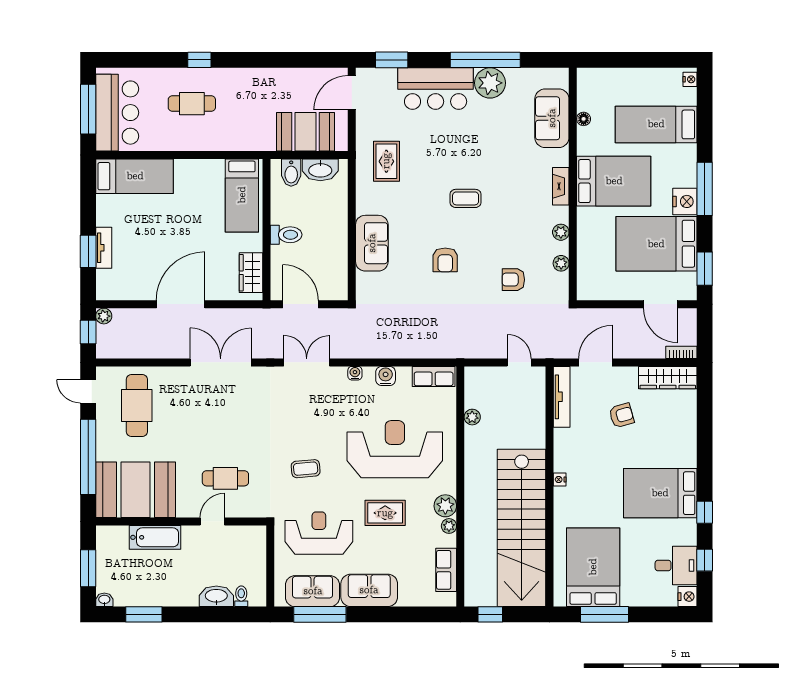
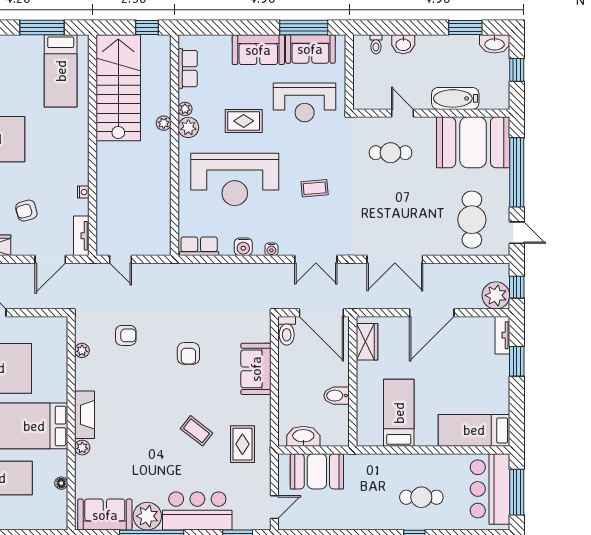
door: (352, 93) -> (274, 507), width x0.73
sofa: (552, 118) -> (105, 515), moved, turned -90
bidet: (291, 173) -> (337, 396), moved, turned -90
fireplace: (561, 186) -> (85, 415), width x1.37, depth x1.32
bed: (242, 195) -> (399, 413), moved
coffee table: (466, 198) -> (197, 431), moved, turned 38
plant: (561, 232) -> (82, 448), moved
toilet: (286, 235) -> (287, 331), moved, turned -90
tv unit: (104, 248) -> (502, 335), moved
armchair: (445, 260) -> (188, 353), turned 180
door: (301, 304) -> (321, 313), width x1.36
plant: (104, 316) -> (496, 295), width x1.88, depth x1.88
tv unit: (562, 397) -> (81, 236), width x0.71
plant: (472, 417) -> (164, 123), moved
coffee table: (306, 469) -> (315, 188), moved
nightstand: (560, 480) -> (83, 192), moved
door: (212, 521) -> (402, 113), swing flipped
stairs: (522, 528) -> (118, 88), width x0.73
bed: (593, 567) -> (61, 71), width x0.67
window: (88, 568) -> (517, 70), width x0.67
washbasin: (216, 596) -> (403, 44), width x0.72
washbasin: (104, 600) -> (495, 44), width x1.91, depth x1.45

